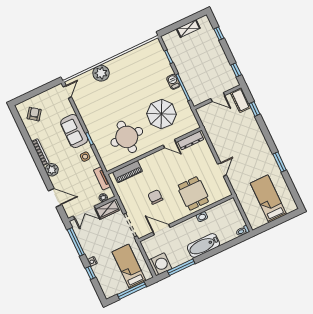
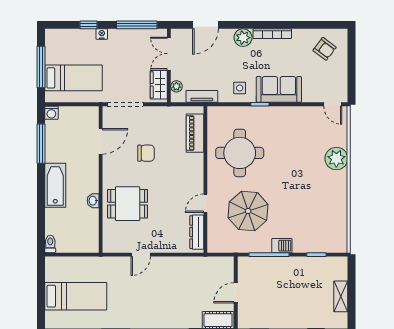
door: (222, 170) -> (141, 255), hinge flipped
washing machine: (160, 264) -> (51, 113), width x0.53, depth x0.53

